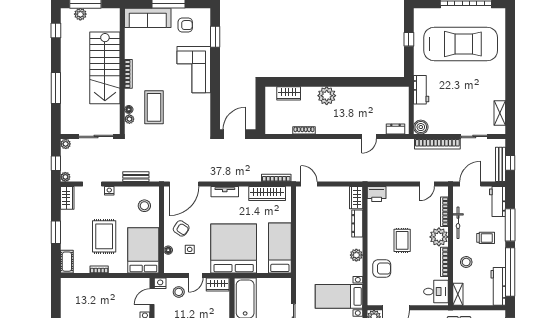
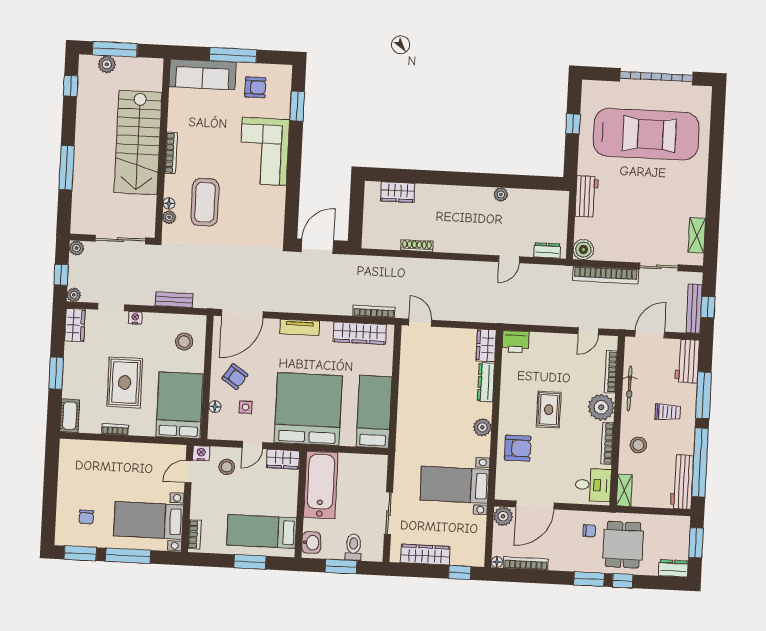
plant: (327, 96) -> (501, 195), moved, width x0.53, depth x0.53

